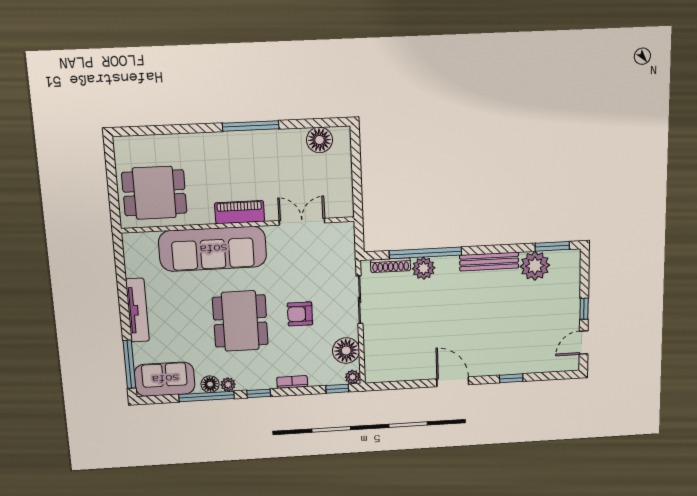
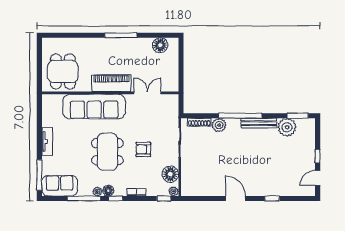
dining table: (154, 193) -> (63, 72), turned 90
piano: (240, 212) -> (111, 83), width x1.37, depth x1.33
window: (426, 253) -> (240, 116), moved
tv unit: (137, 310) -> (47, 141), width x0.71
floor lamp: (210, 384) -> (108, 191), moved

